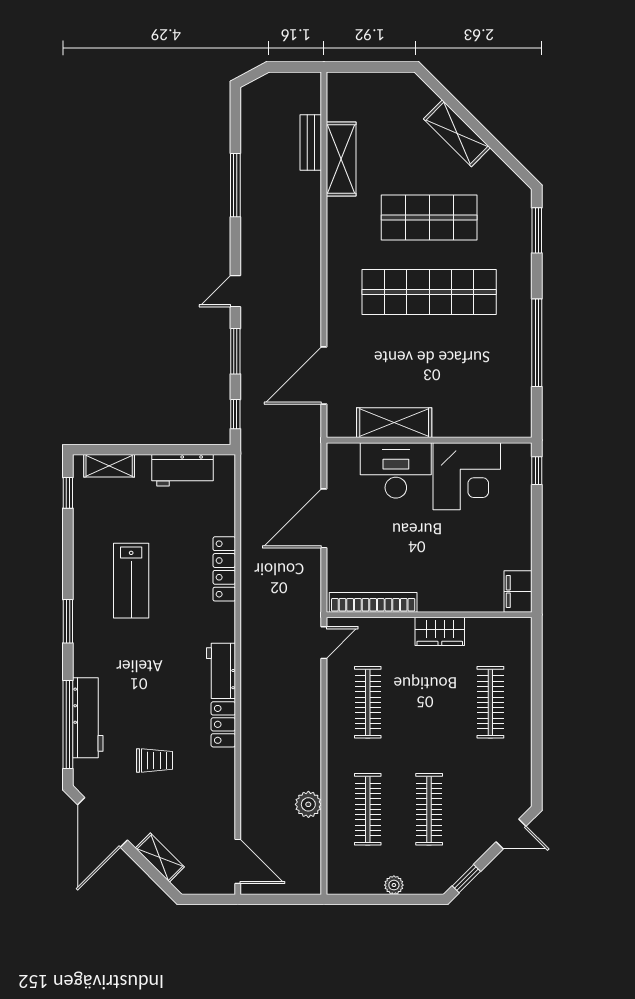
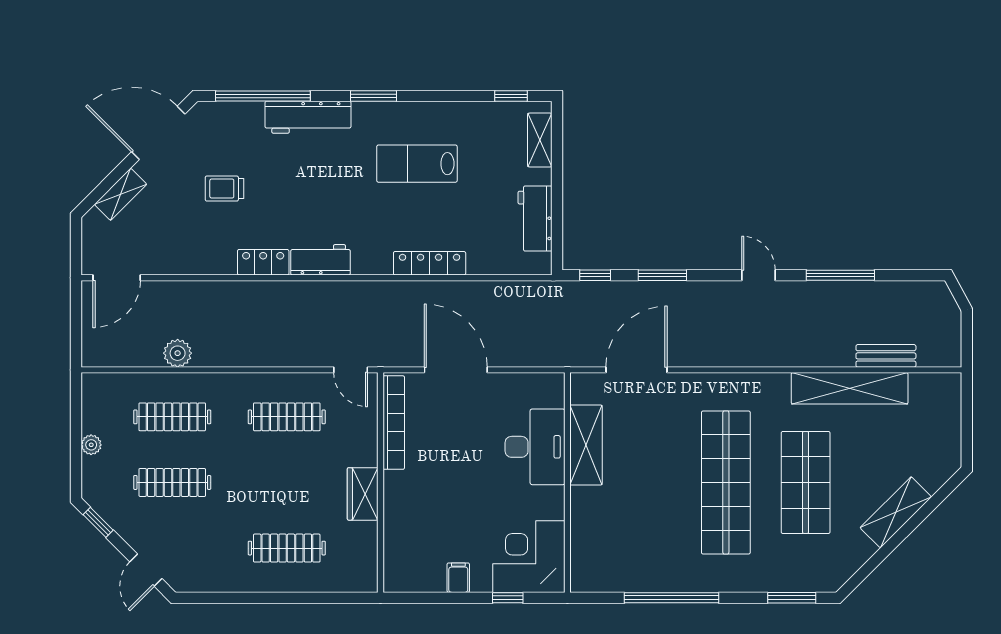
shelving: (341, 159) -> (850, 388), width x1.47
door: (235, 291) -> (758, 275), moved
door: (324, 375) -> (637, 370), hinge flipped
window: (537, 471) -> (508, 598), moved
corner desk: (467, 476) -> (529, 557), moved, turned 90
door: (324, 518) -> (456, 370), moved
filing cabinet: (518, 591) -> (458, 578), moved, width x0.50
workbench: (88, 718) -> (308, 117), moved
trolley: (154, 760) -> (225, 189), turned 90

